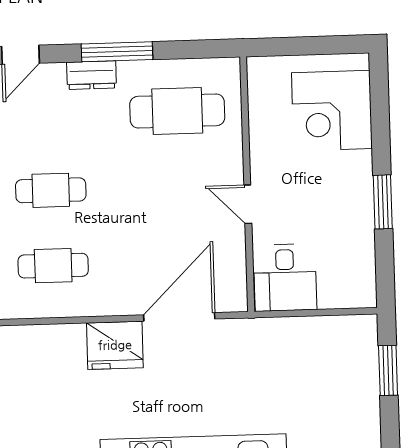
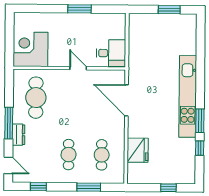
corner desk: (332, 111) -> (31, 49), moved, turned 180
door: (248, 204) -> (78, 68), swing flipped
fridge: (115, 345) -> (138, 150), moved
window: (388, 370) -> (169, 10), moved

